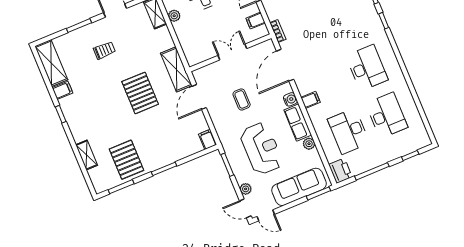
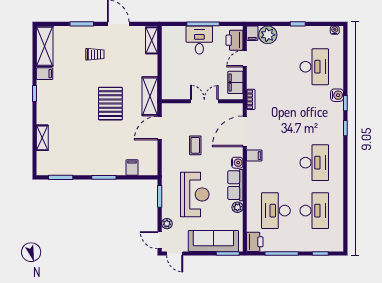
plant: (174, 16) -> (167, 49), removed
filing cabinet: (256, 21) -> (235, 82), width x2.00
filing cabinet: (310, 100) -> (254, 156), moved
filing cabinet: (208, 139) -> (132, 168), moved
pallet: (127, 160) -> (75, 156), removed

